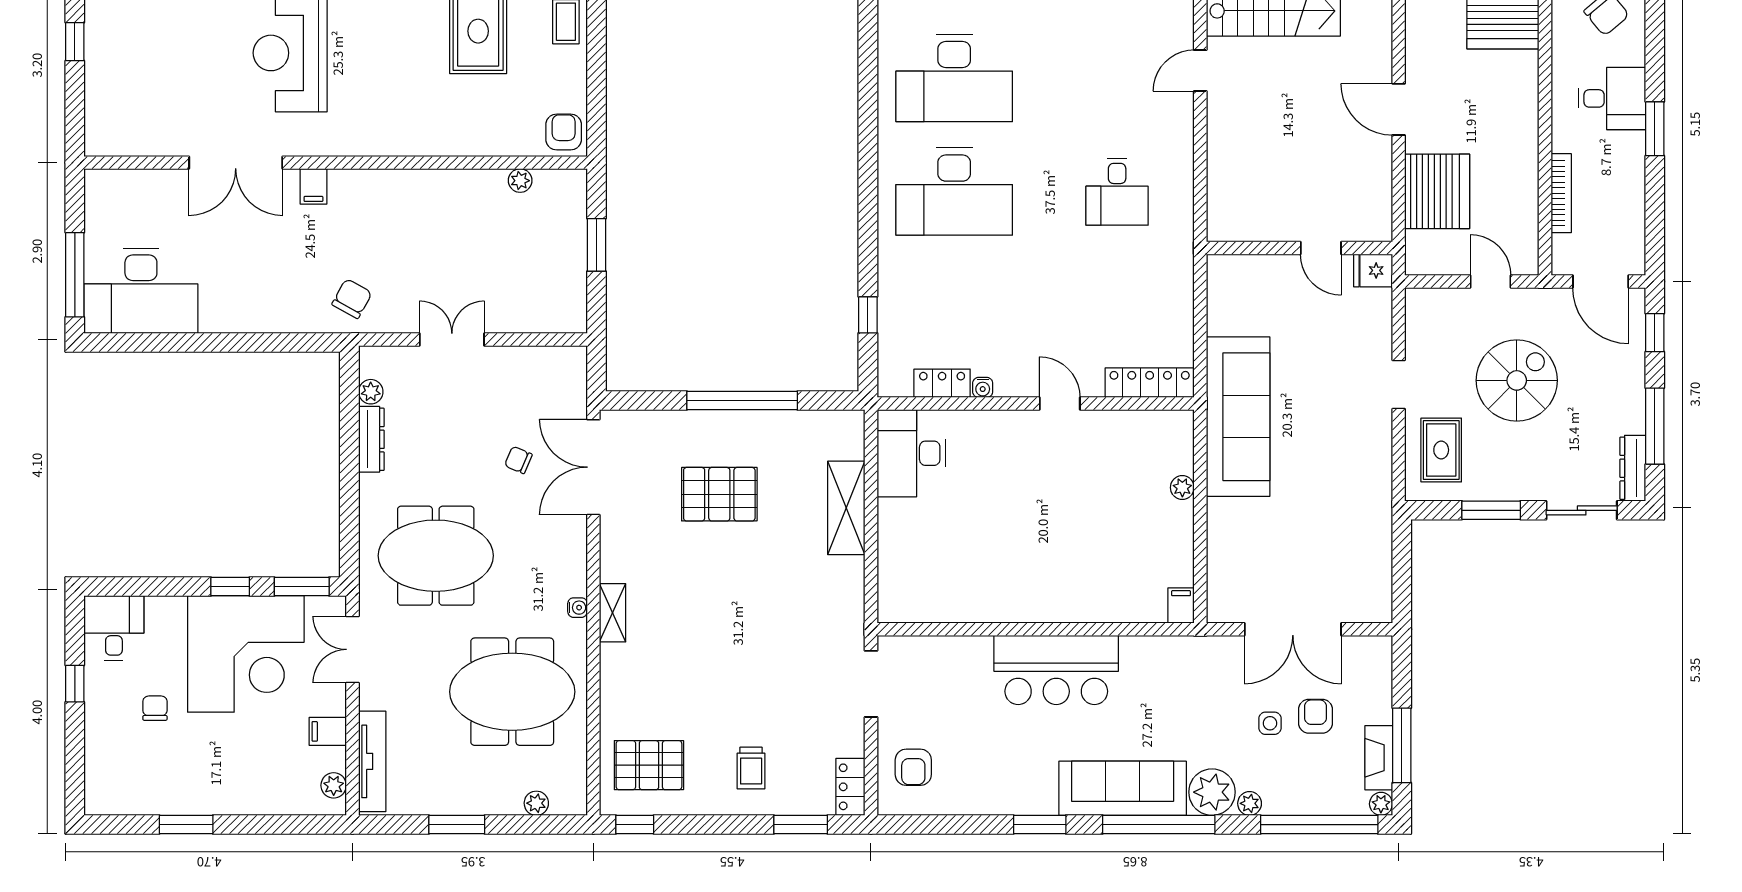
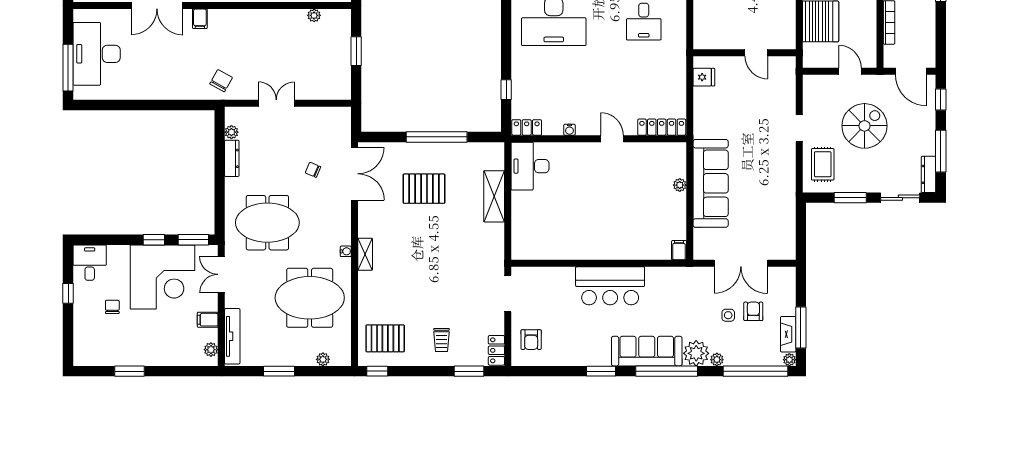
fridge: (1373, 270) -> (704, 77), moved, turned 180
desk: (141, 291) -> (97, 54), moved, turned 90
locker: (942, 383) -> (527, 127), moved
sofa: (1238, 417) -> (711, 183), moved
double door: (593, 467) -> (354, 174), swing flipped

